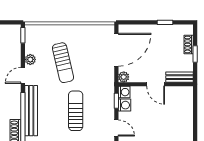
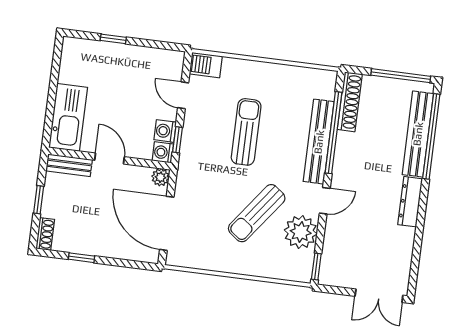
shoe rack: (189, 44) -> (45, 234), moved
door: (116, 50) -> (167, 223), hinge flipped
plant: (30, 59) -> (301, 232), width x1.87, depth x1.87
sun lounger: (63, 63) -> (257, 213), turned -130
kitchen sink: (184, 106) -> (68, 117), added
sun lounger: (76, 111) -> (246, 132), turned 180

